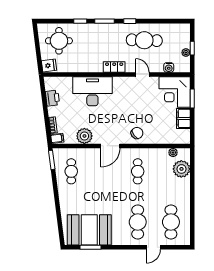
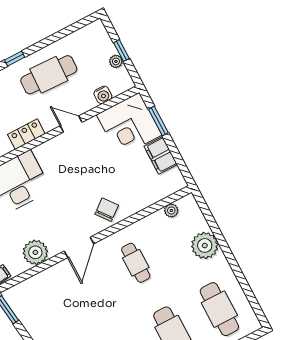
plant: (181, 169) -> (205, 245), moved
cafe table: (71, 171) -> (43, 311), removed

